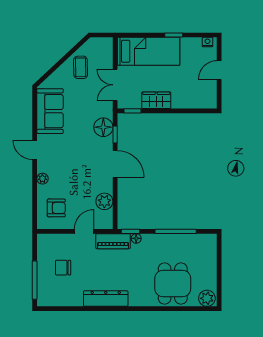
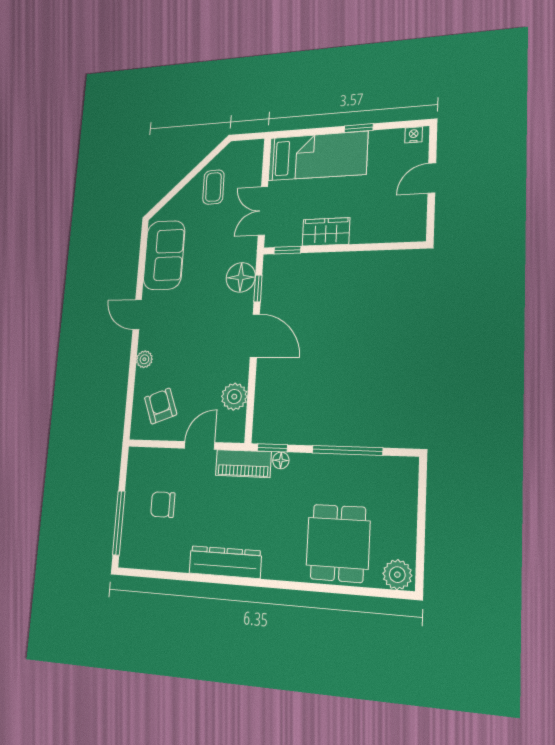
armchair: (56, 208) -> (161, 406), turned -111

